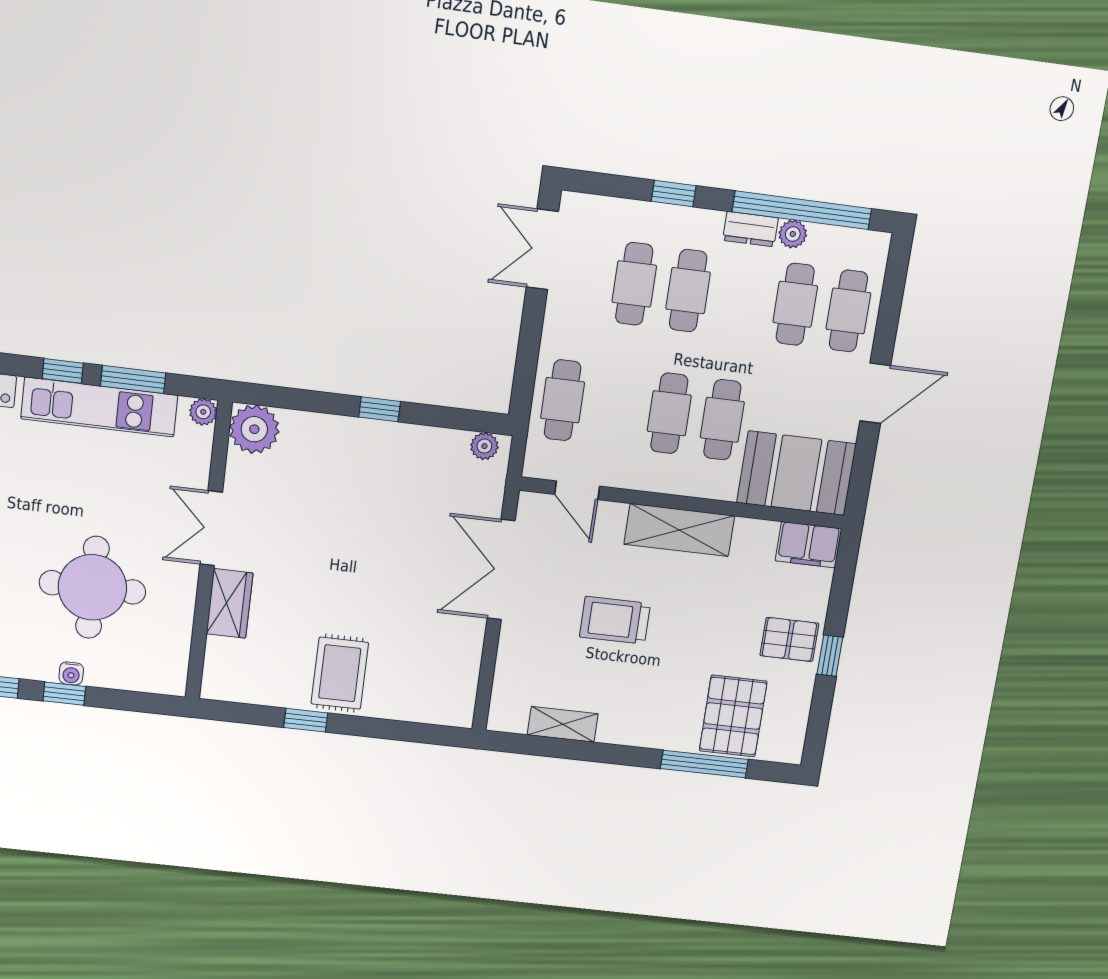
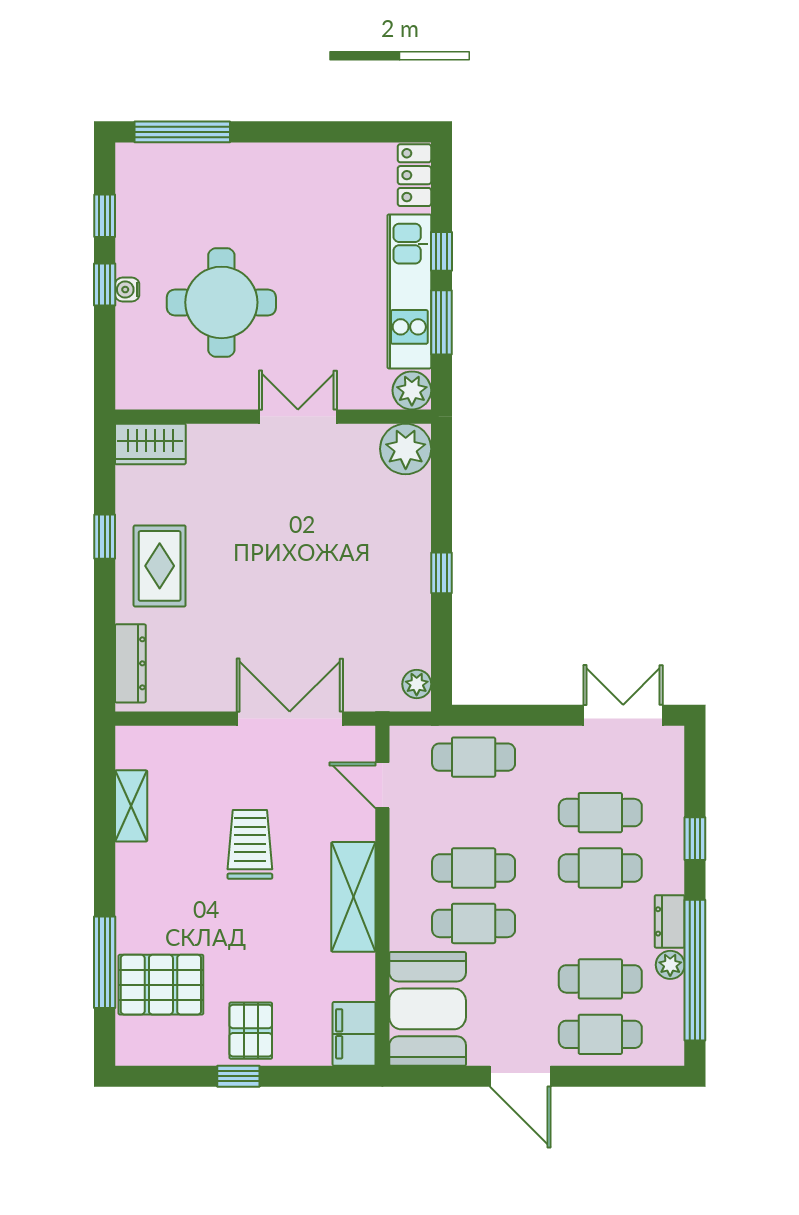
plant: (203, 412) -> (412, 390), width x1.38, depth x1.38
door: (577, 490) -> (382, 785), hinge flipped
wardrobe: (230, 603) -> (150, 444), moved
rug: (340, 673) -> (160, 566), turned 90
dresser: (429, 710) -> (130, 663), added

